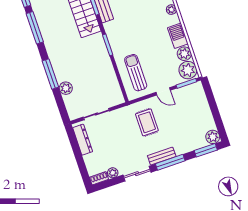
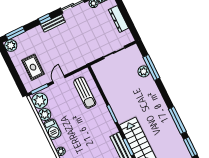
window: (50, 74) -> (151, 68), moved
door: (163, 91) -> (59, 80), hinge flipped
rug: (147, 122) -> (33, 67), moved
dresser: (83, 140) -> (119, 19), moved
window: (170, 162) -> (45, 19), width x0.46

